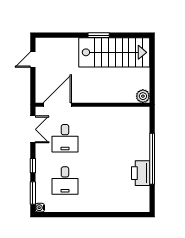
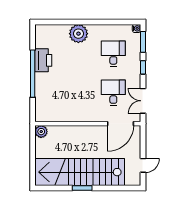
stairs: (114, 52) -> (80, 172), width x1.36
plant: (103, 202) -> (78, 34), added

